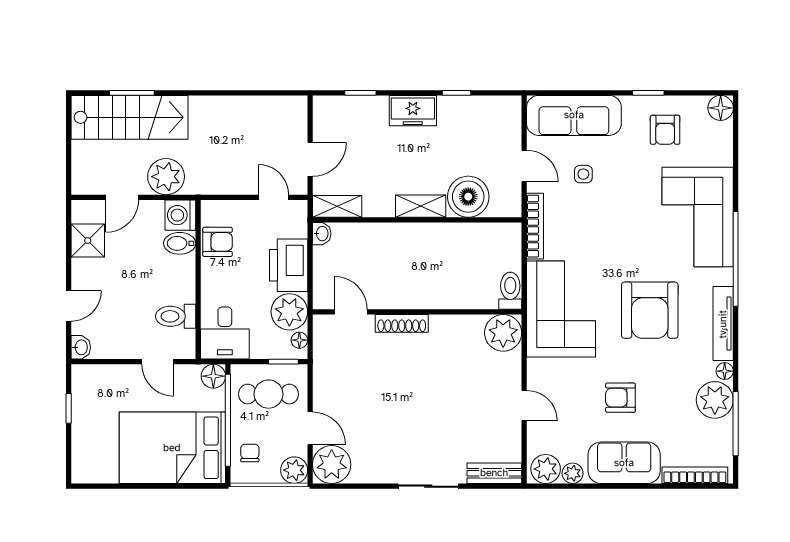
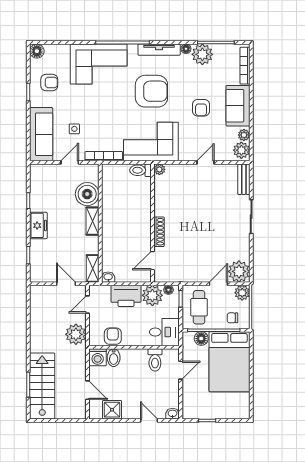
plant: (166, 177) -> (76, 334), moved
plant: (503, 333) -> (159, 169), width x0.53, depth x0.53
floor lamp: (213, 376) -> (201, 339), moved

